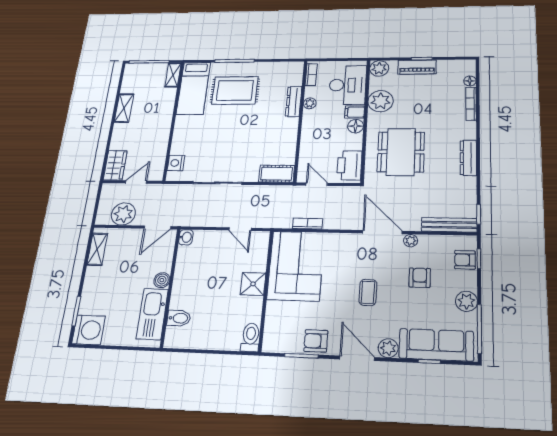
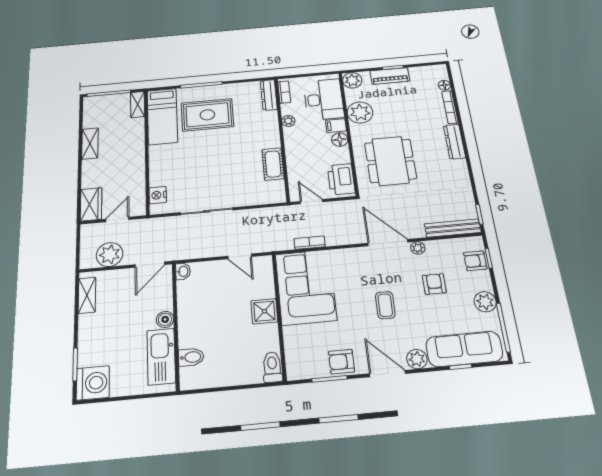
dresser: (294, 102) -> (269, 95), moved
dresser: (468, 158) -> (454, 142), moved
cot: (277, 174) -> (273, 164), moved, turned 90

